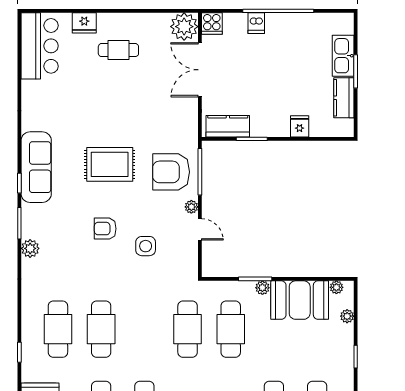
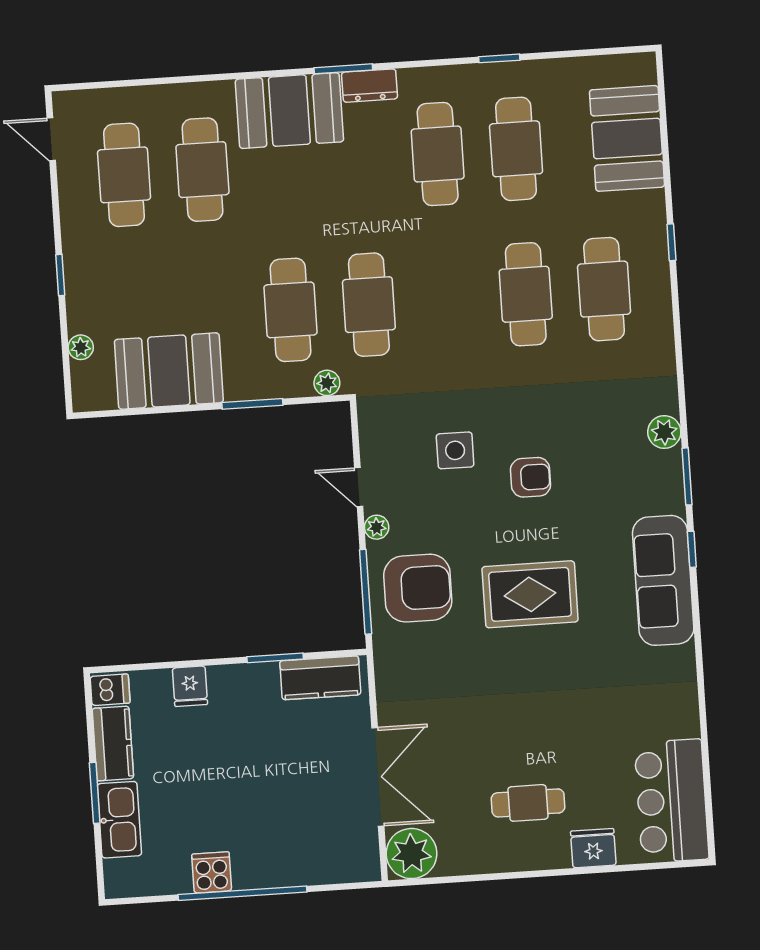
cooker: (212, 23) -> (212, 872), moved
dishwasher: (256, 23) -> (110, 690), moved, turned 90
plant: (336, 287) -> (104, 398), removed
plant: (262, 288) -> (327, 383), moved

